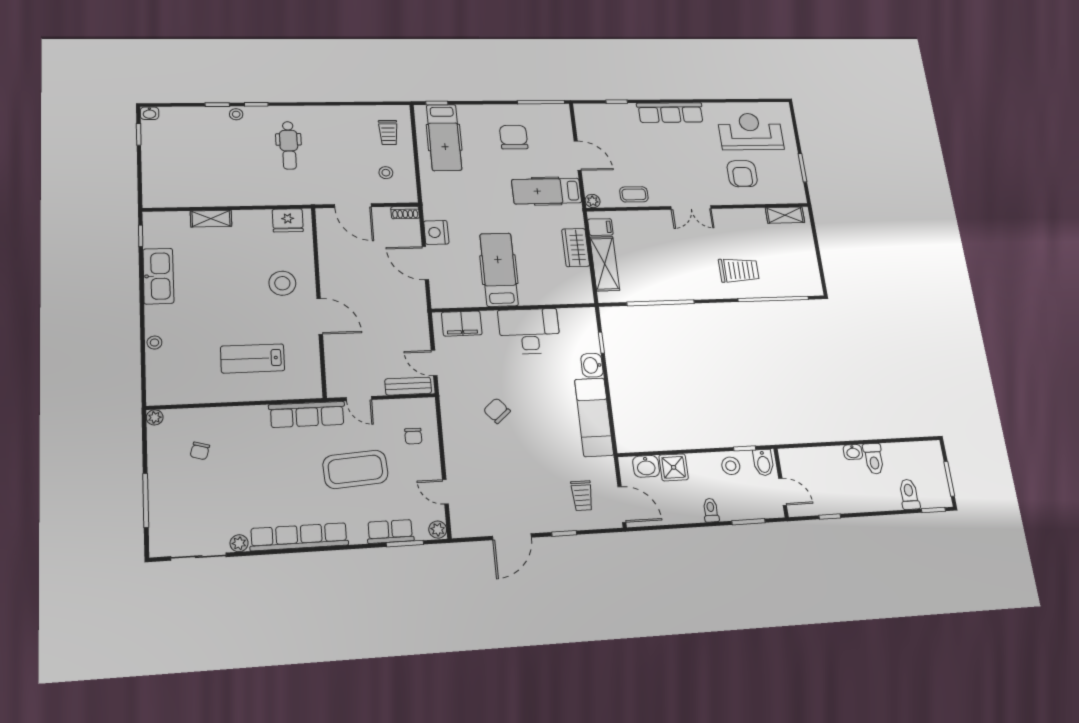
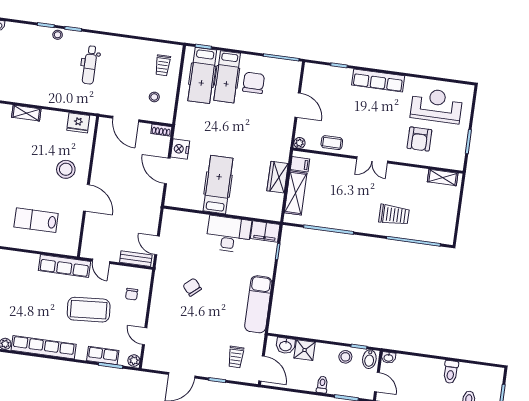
hospital bed: (547, 191) -> (227, 77), moved, turned -90
filing cabinet: (462, 324) -> (265, 231), moved
washbasin: (592, 365) -> (267, 267), removed
washbasin: (853, 452) -> (388, 358), moved

